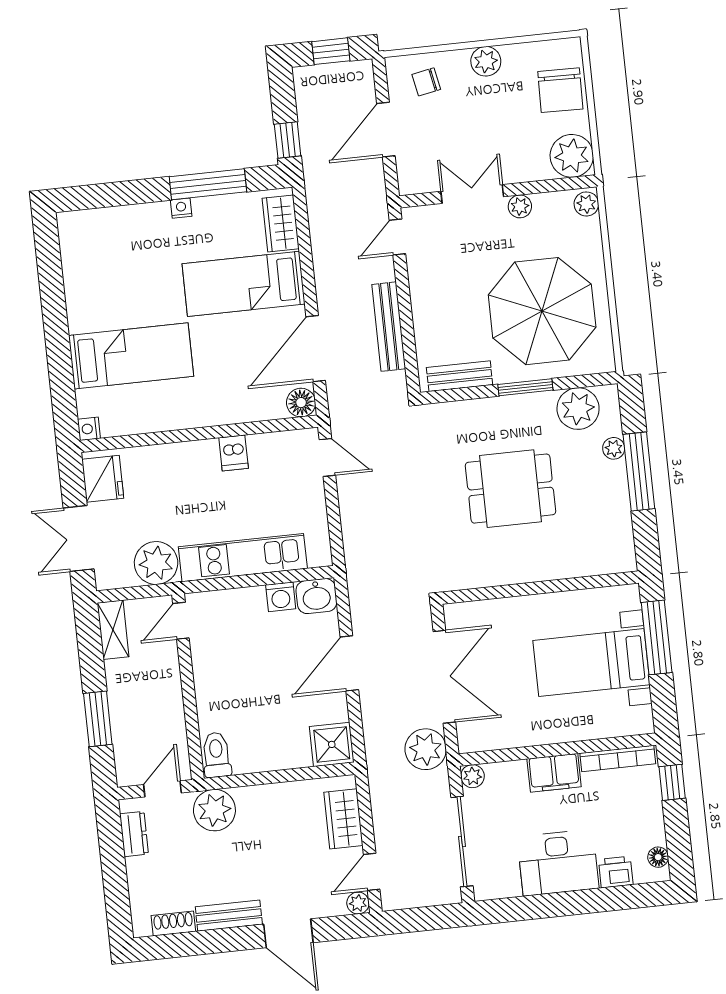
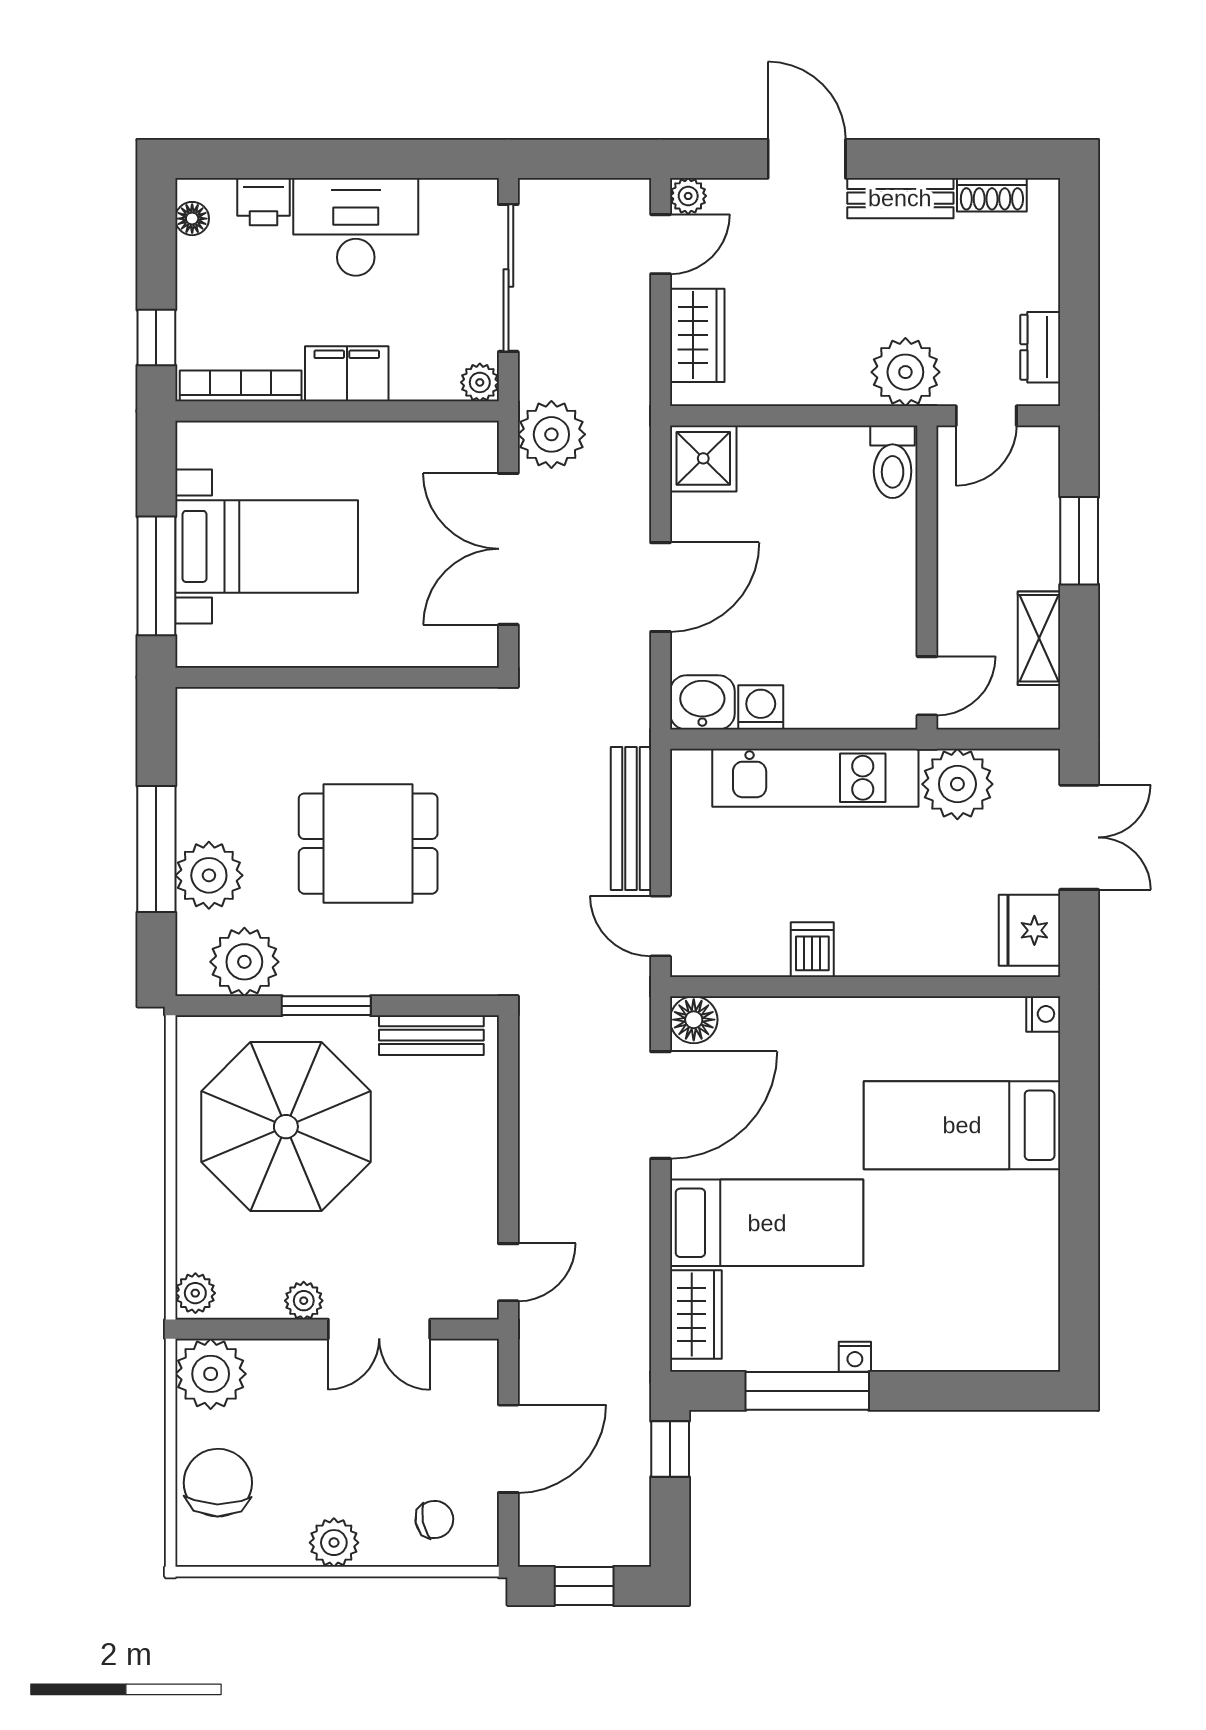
bench: (389, 327) -> (631, 819), moved
plant: (614, 448) -> (209, 875), width x1.88, depth x1.88
shelving: (113, 630) -> (1039, 638), moved

